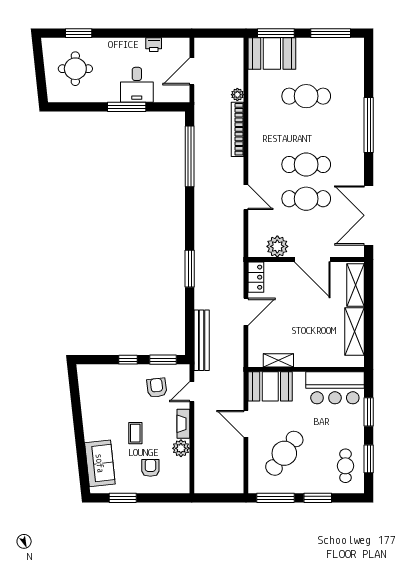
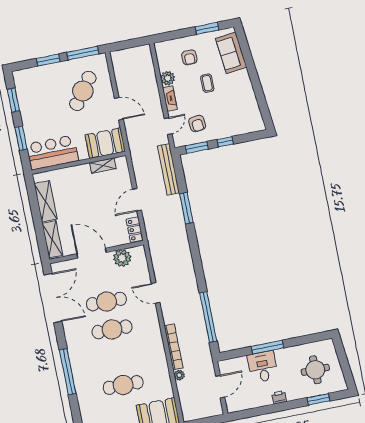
printer: (154, 45) -> (279, 397), moved
window: (190, 269) -> (186, 208), moved
cafe table: (345, 466) -> (31, 91), removed

